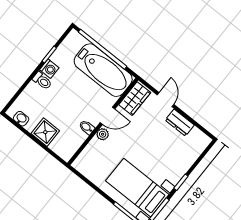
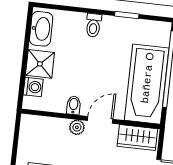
washing machine: (49, 69) -> (33, 87), moved, turned -90
door: (107, 116) -> (100, 120), swing flipped
washbasin: (21, 119) -> (41, 29), width x1.91, depth x1.45

